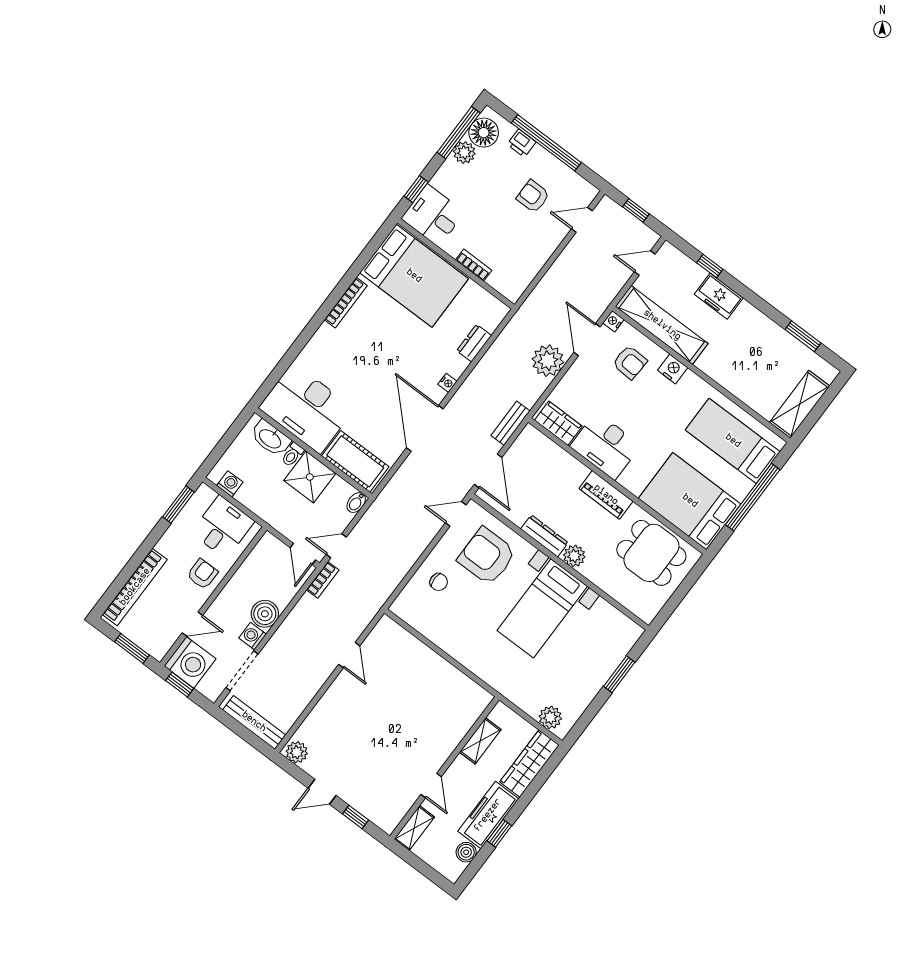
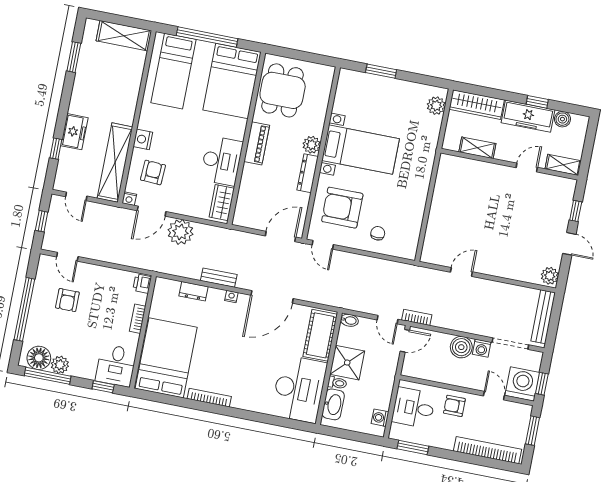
printer: (522, 143) -> (142, 284), moved, turned 180
bench: (510, 423) -> (219, 278), moved
armchair: (487, 556) -> (342, 208), turned 90

